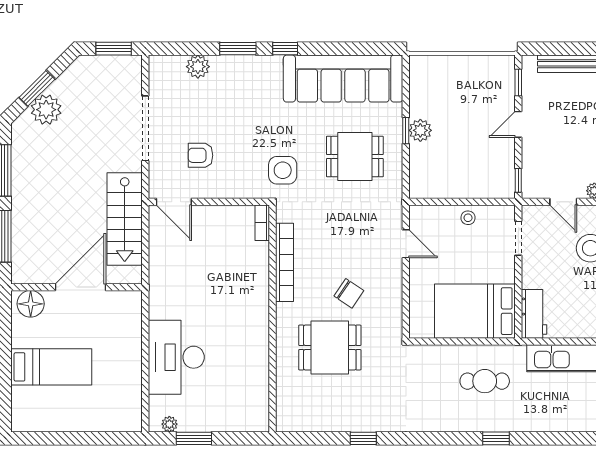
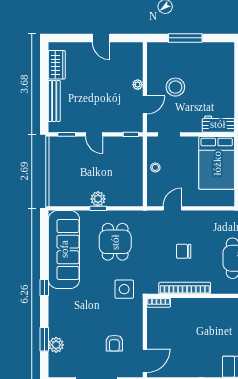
window: (238, 49) -> (44, 339), moved
chair: (349, 293) -> (184, 251), moved, turned -124

